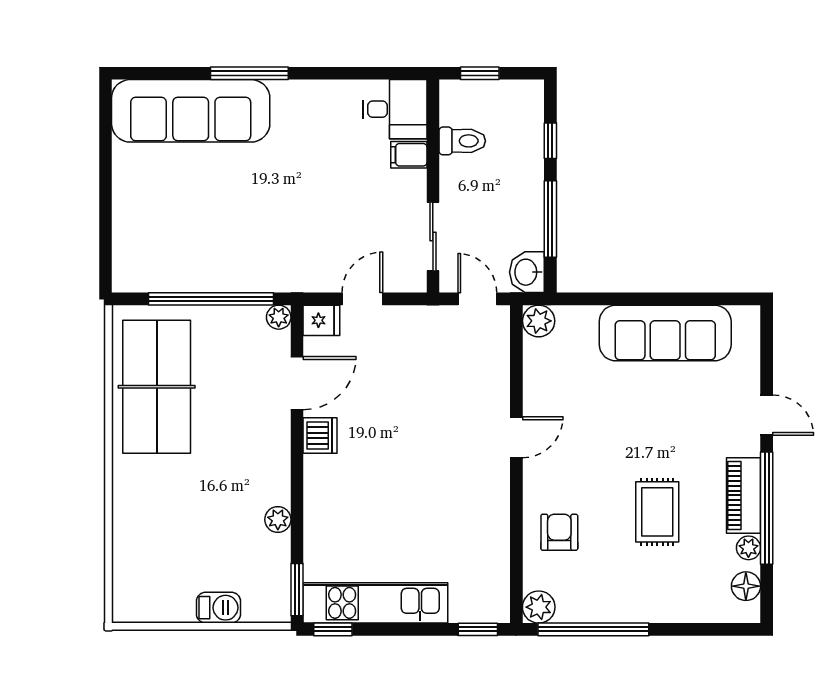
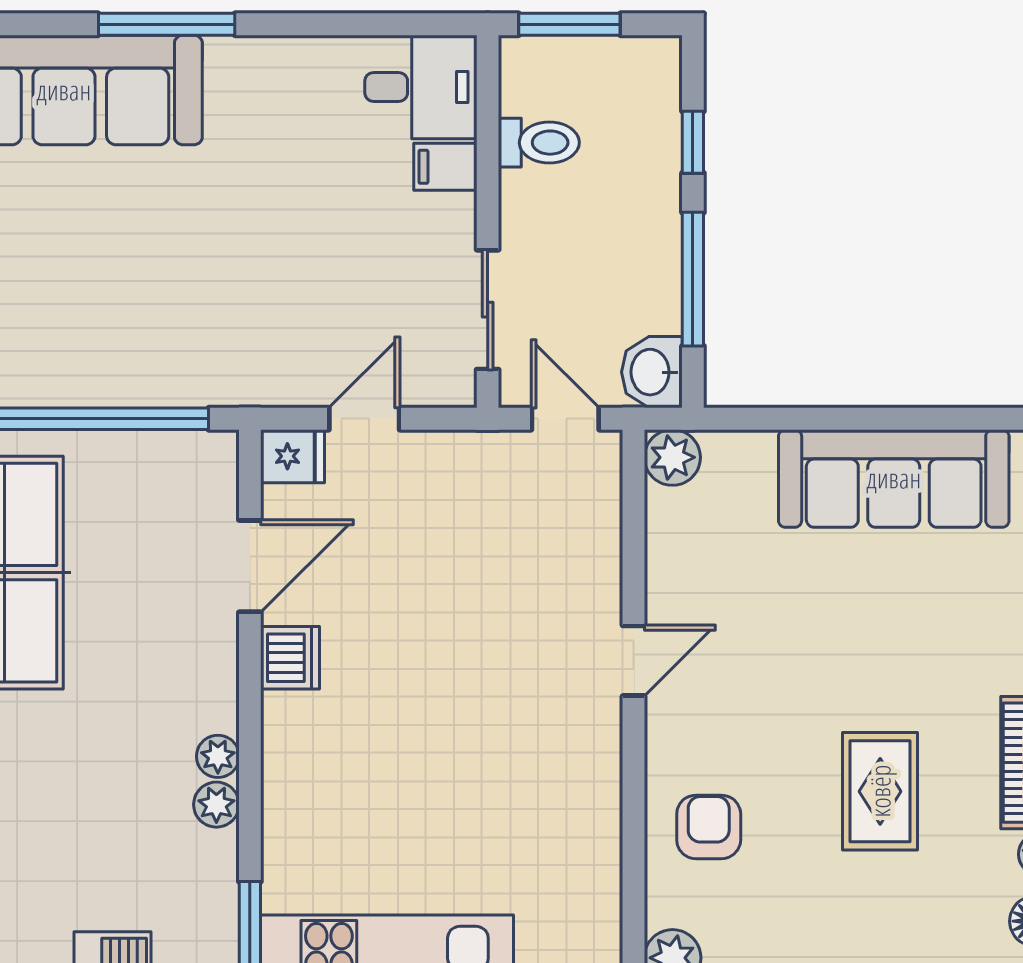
window: (480, 73) -> (569, 24), width x1.50
plant: (279, 317) -> (218, 756), moved

